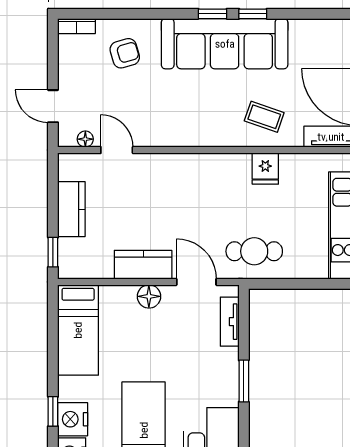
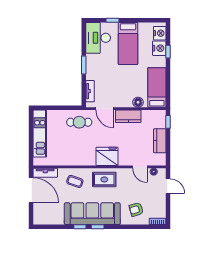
rug: (197, 121) -> (104, 179), added
fridge: (265, 169) -> (107, 156), moved, width x1.88, depth x1.34
floor lamp: (149, 296) -> (138, 102), moved

